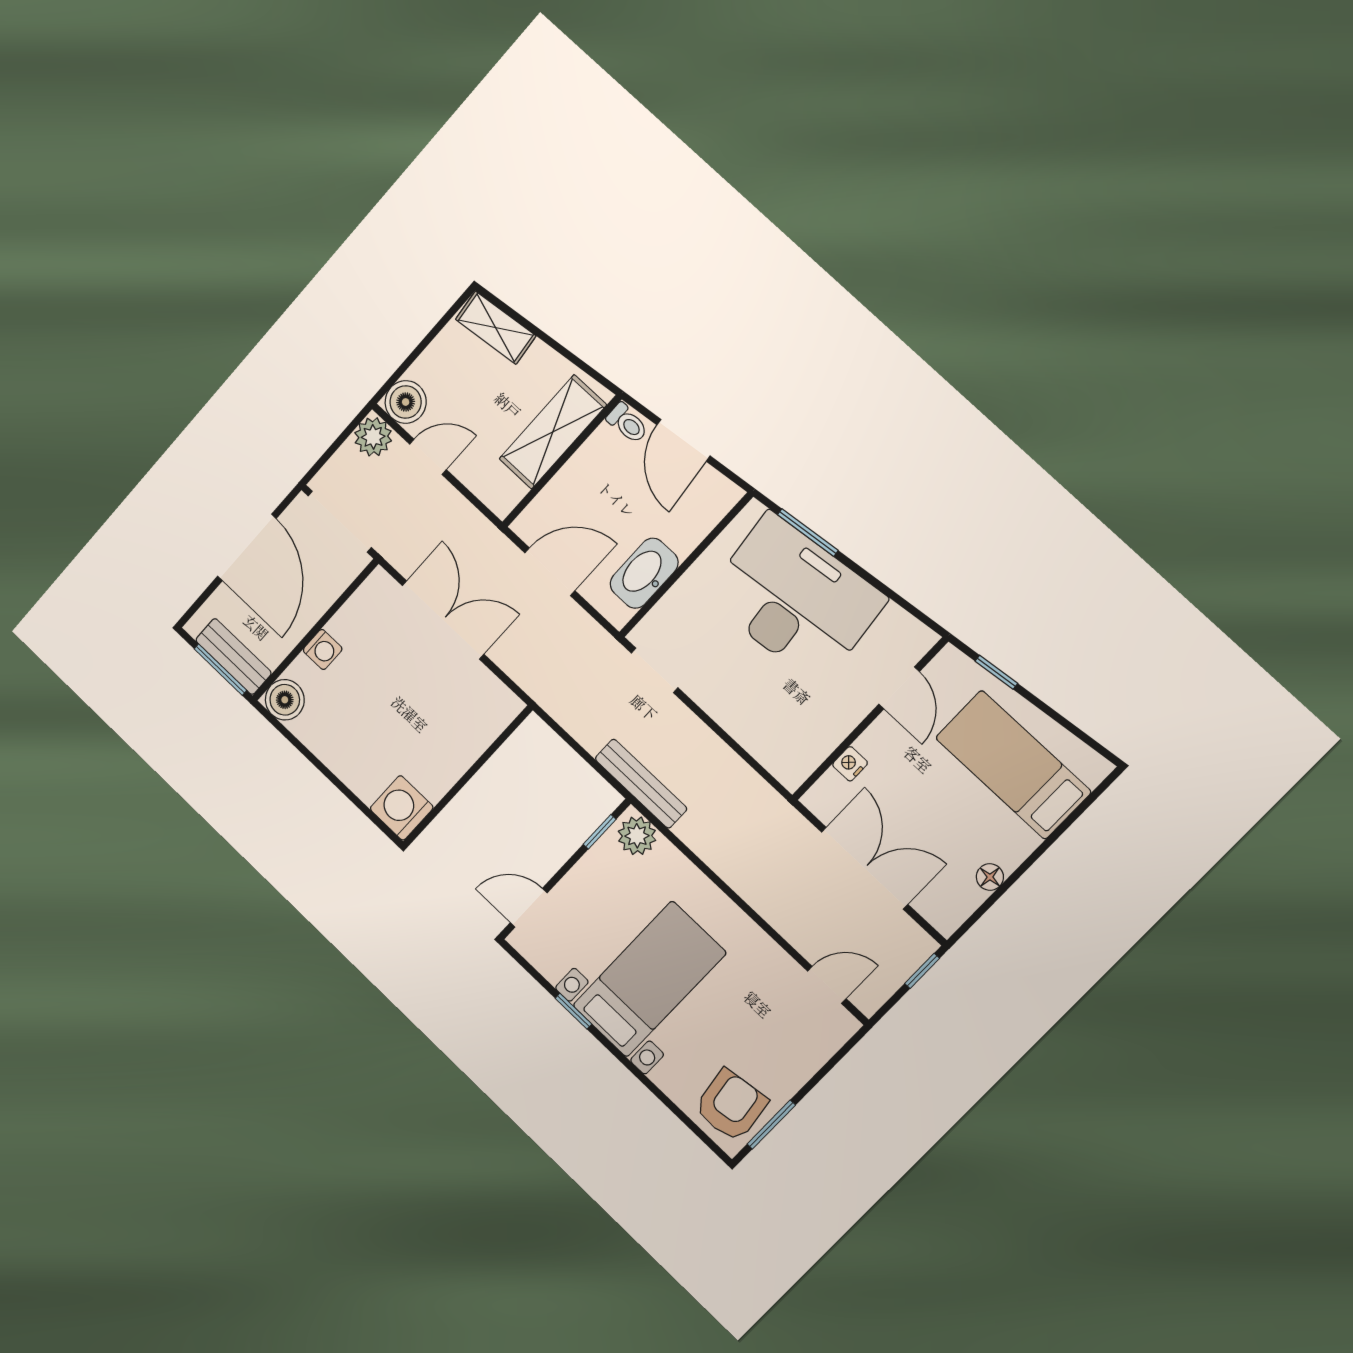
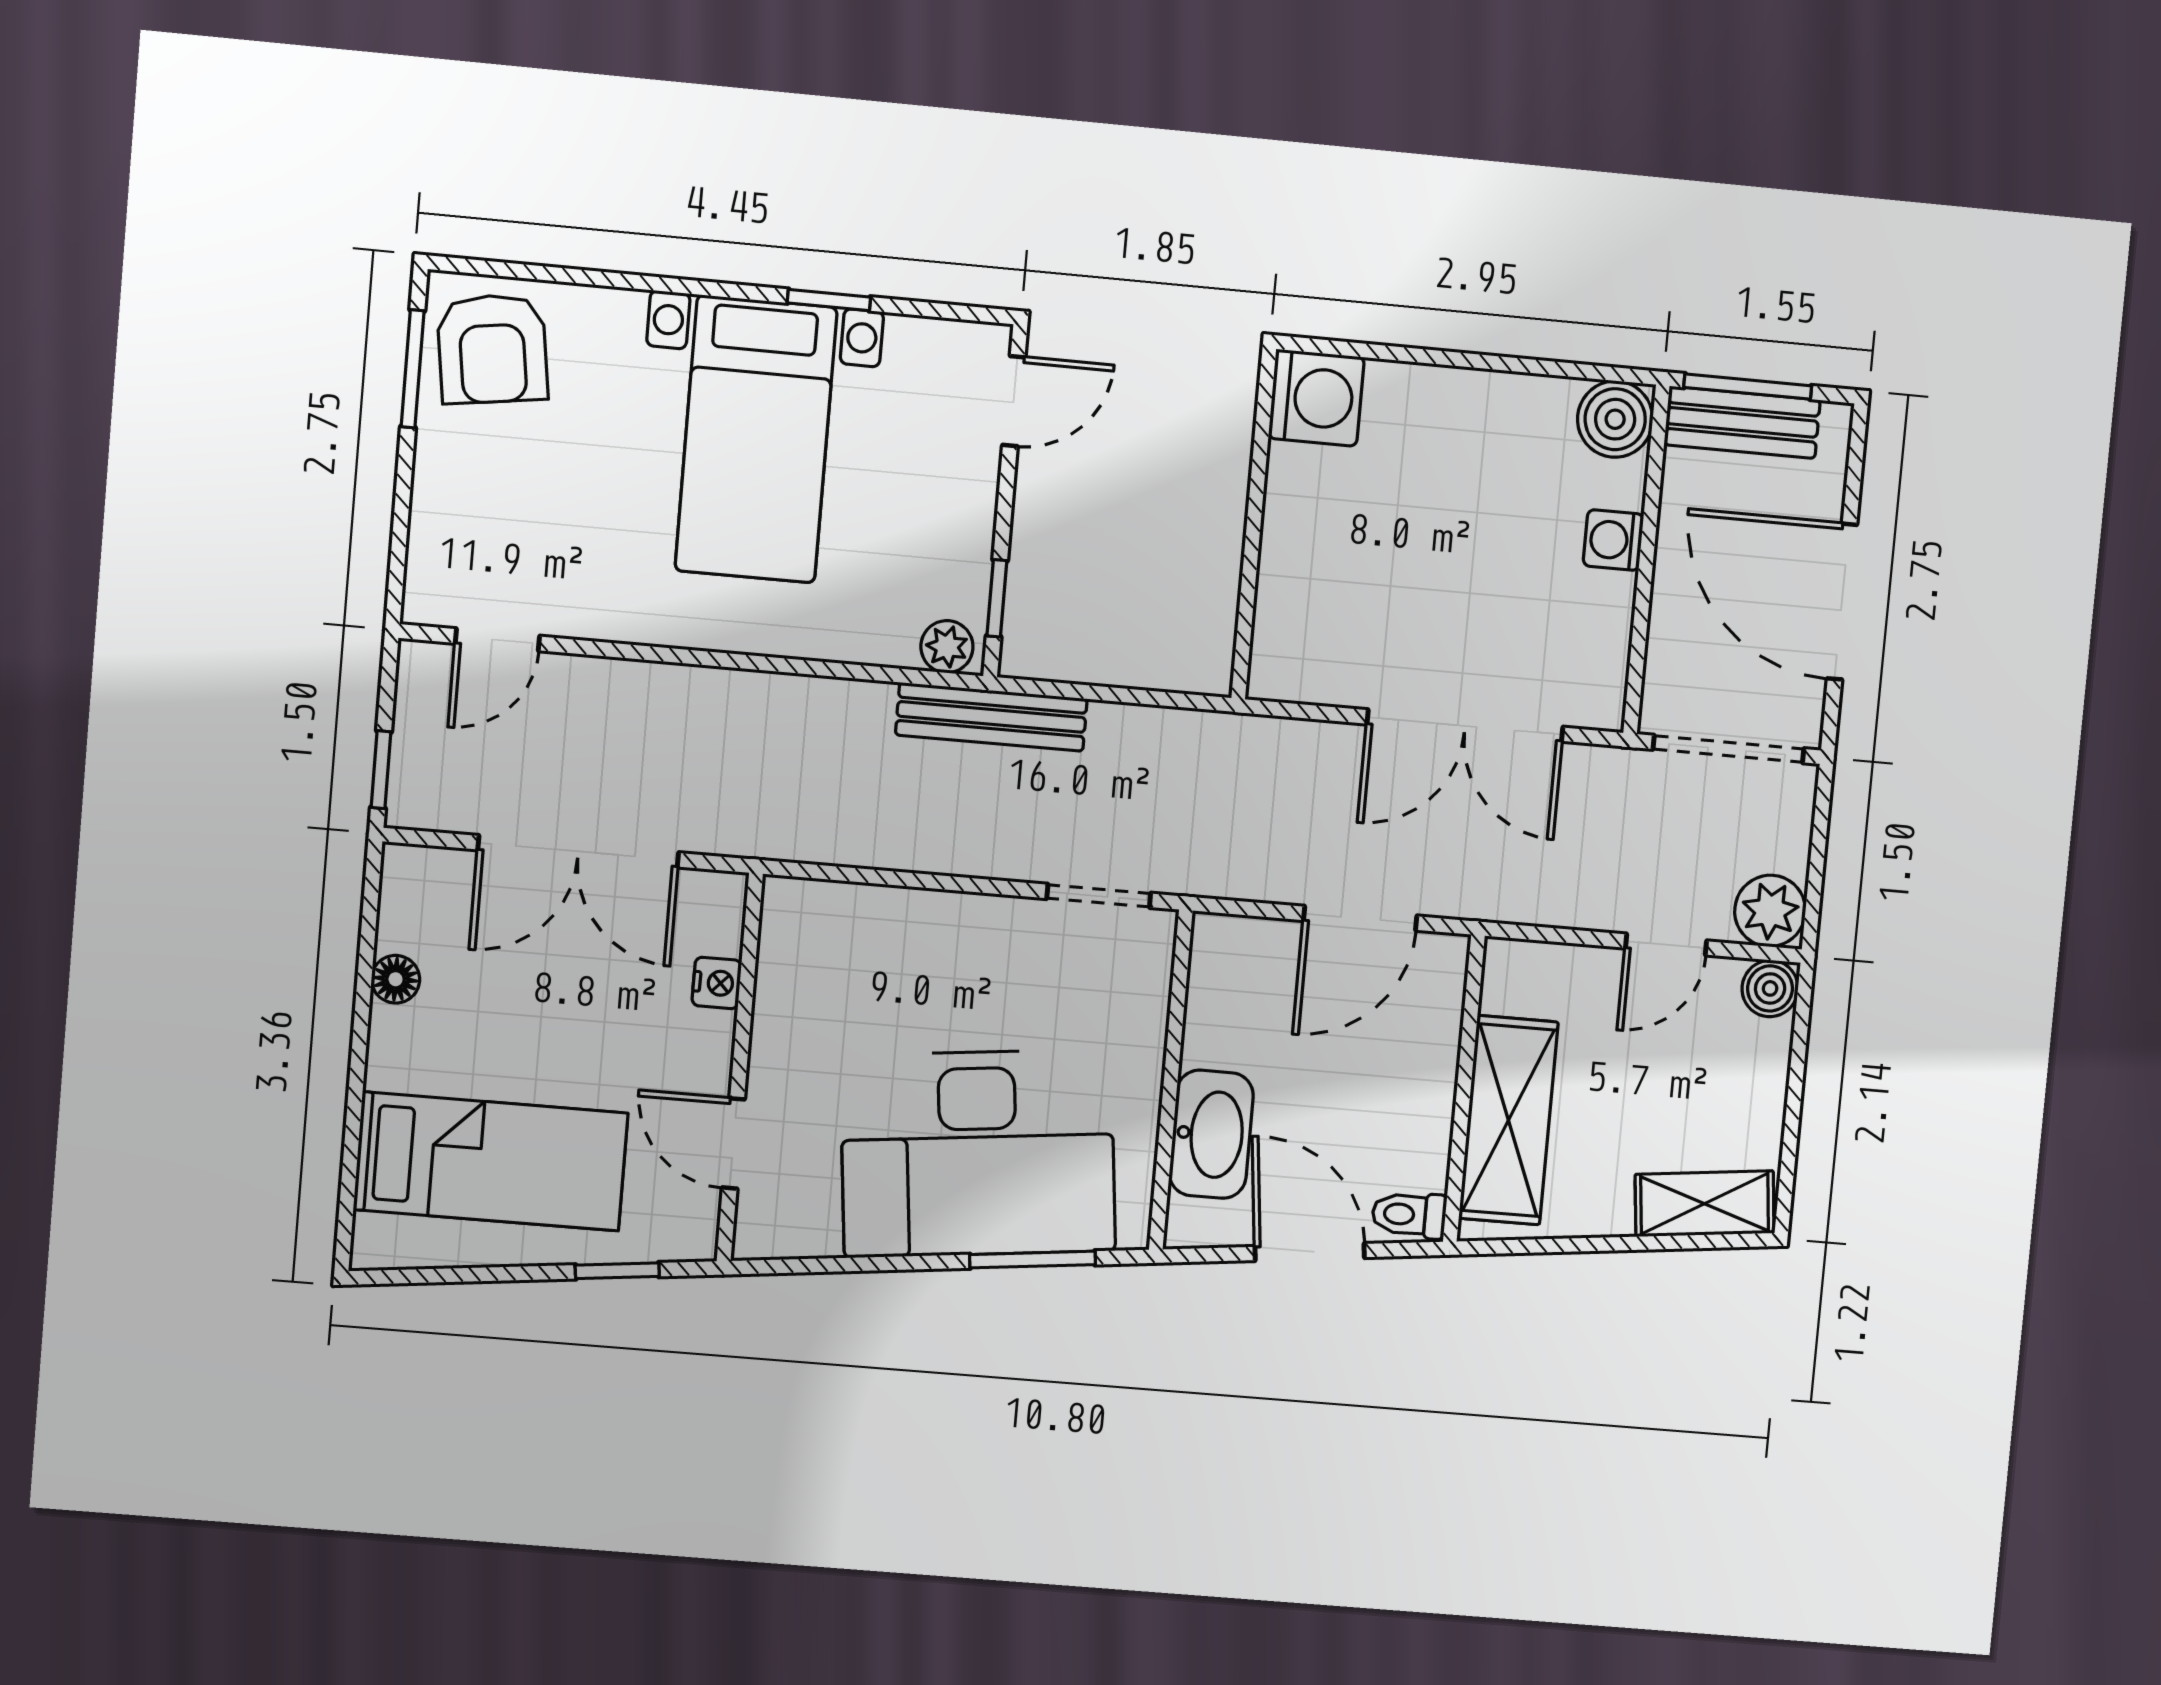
boiler: (406, 402) -> (1770, 988), width x0.73, depth x0.73
washbasin: (644, 573) -> (1211, 1134), moved
plant: (637, 836) -> (947, 647), width x0.73, depth x0.73

